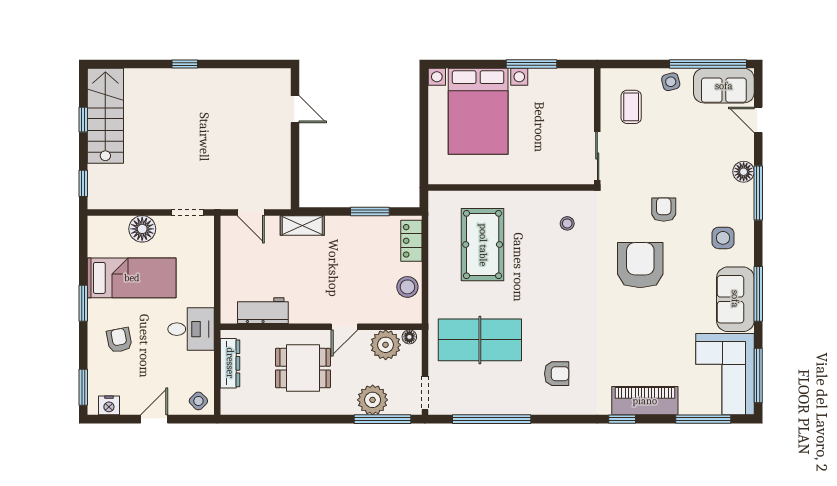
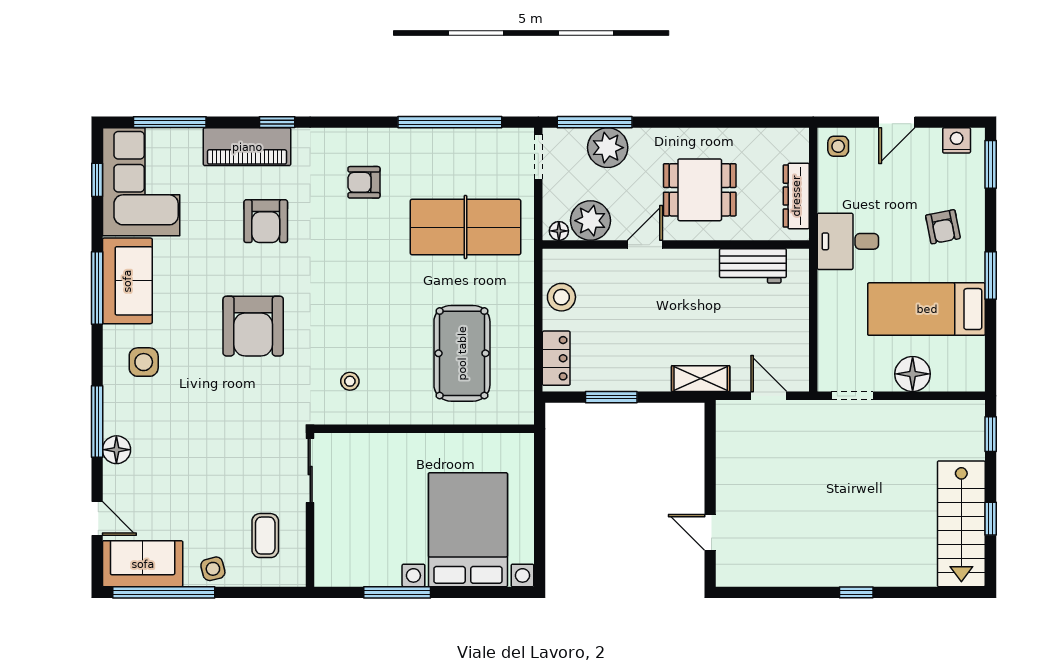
armchair: (664, 210) -> (266, 221), moved, width x1.38, depth x1.38
window: (758, 376) -> (97, 180), width x0.46
side table: (198, 401) -> (838, 146), turned 45

